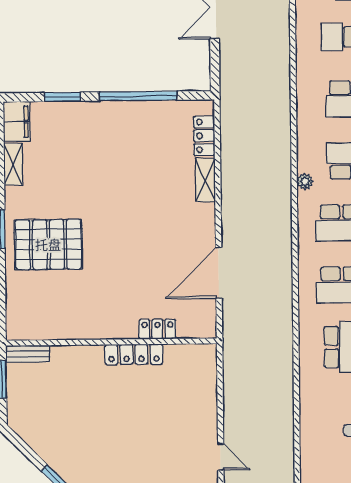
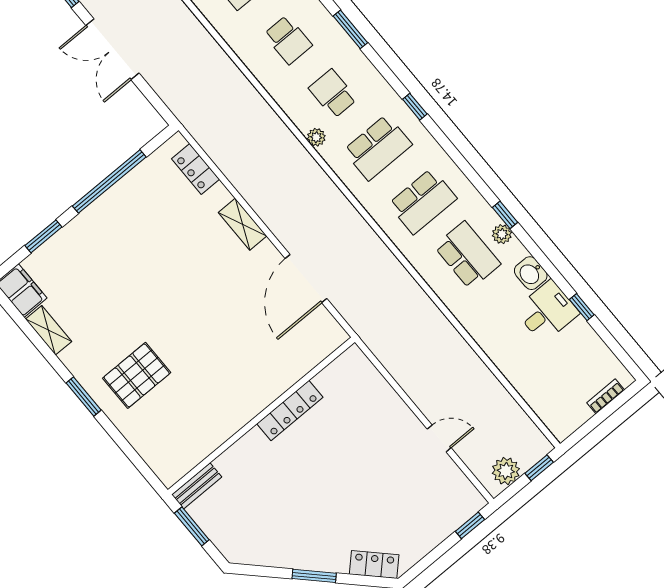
shelving: (205, 180) -> (243, 224), moved
pallet: (48, 244) -> (137, 375), width x0.73, depth x0.71
locker: (157, 329) -> (293, 372), removed

